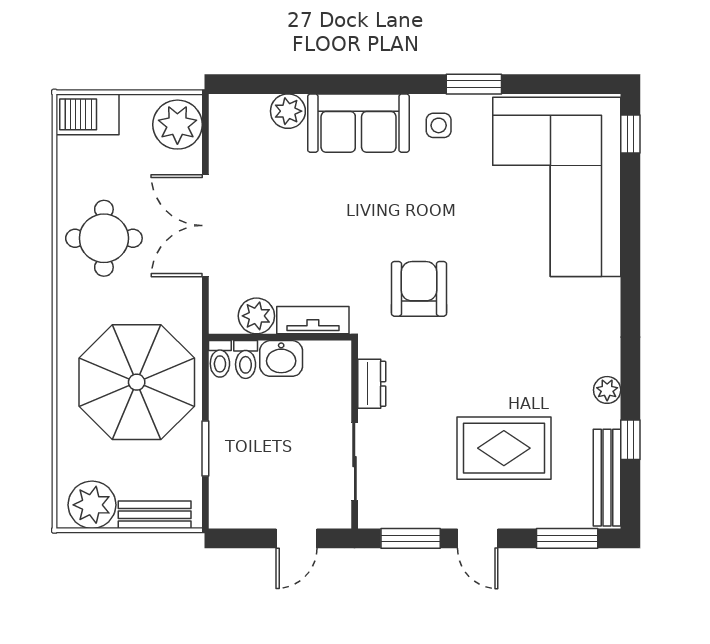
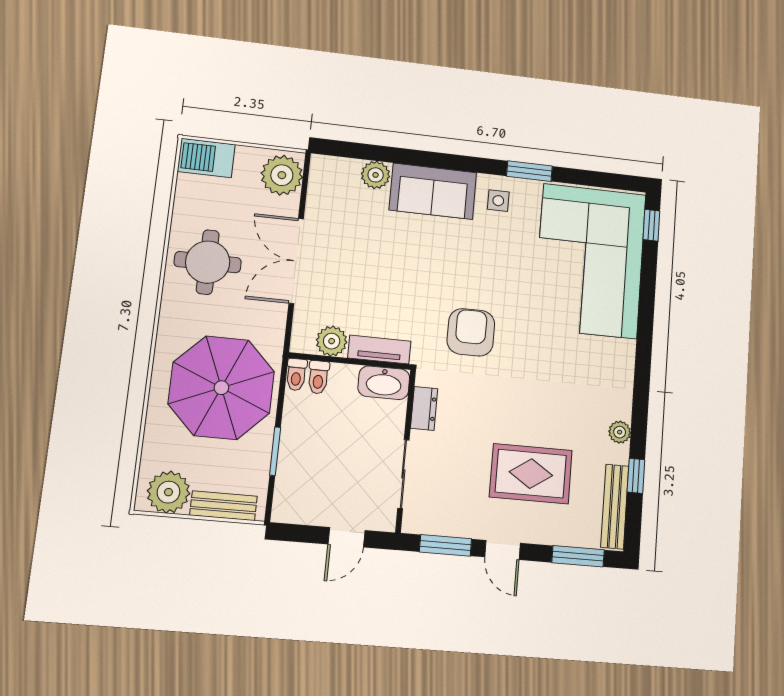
washbasin: (281, 358) -> (384, 383), moved, width x1.38

